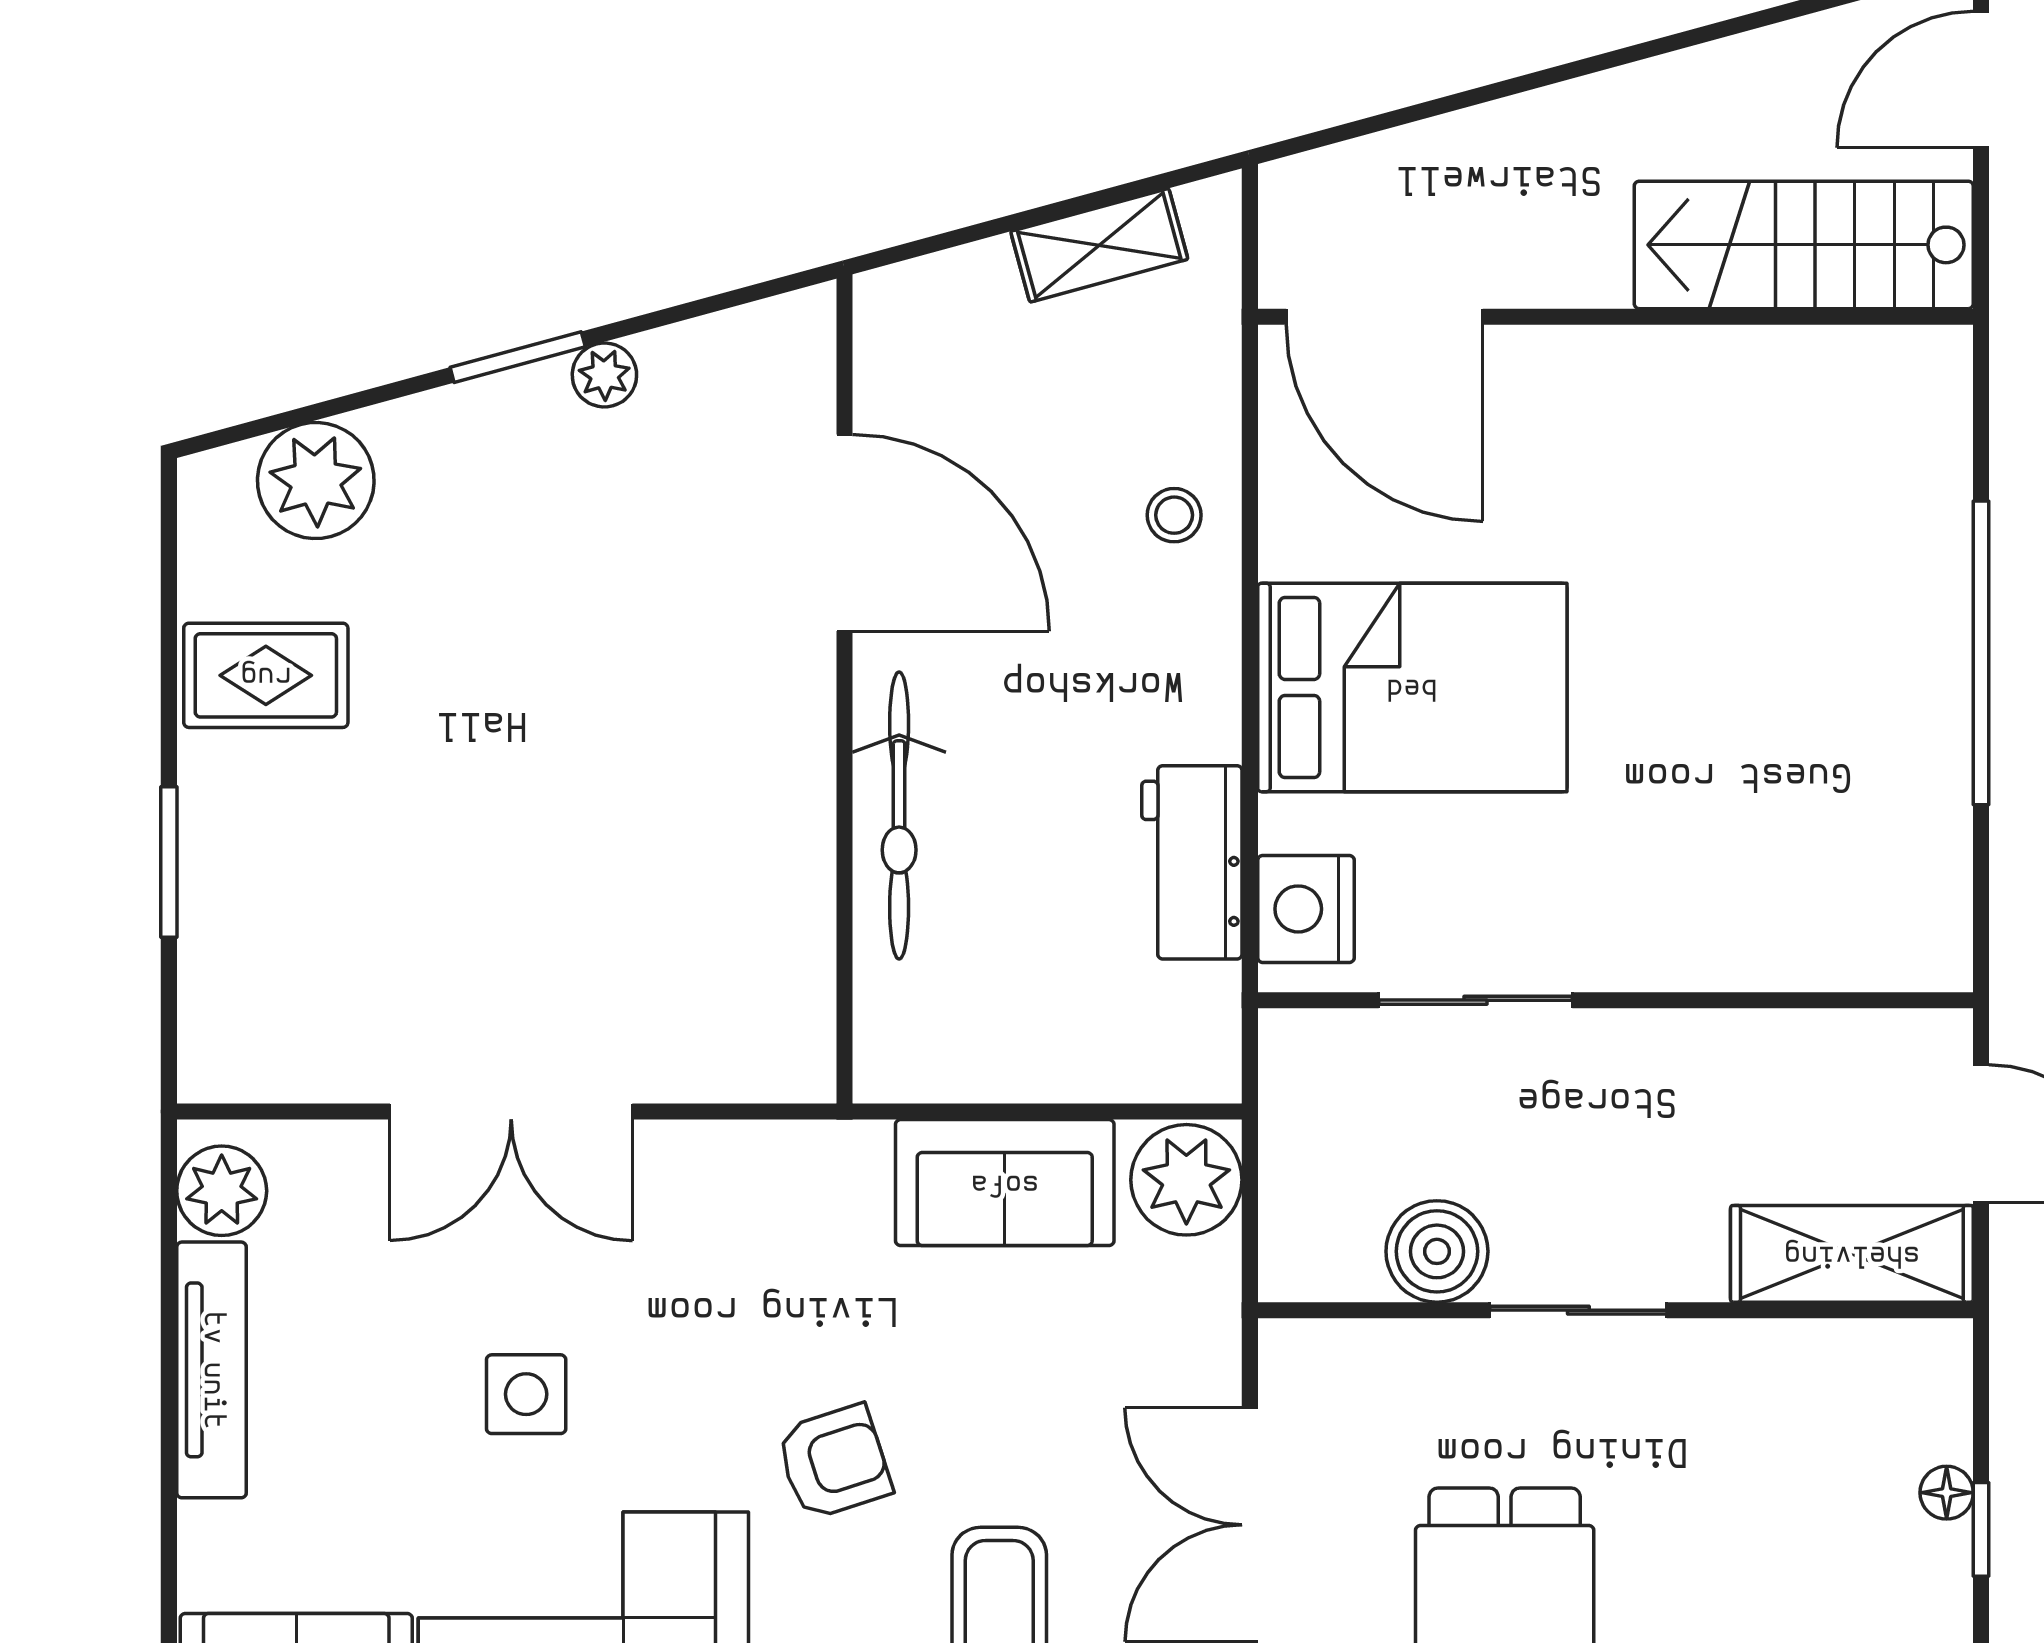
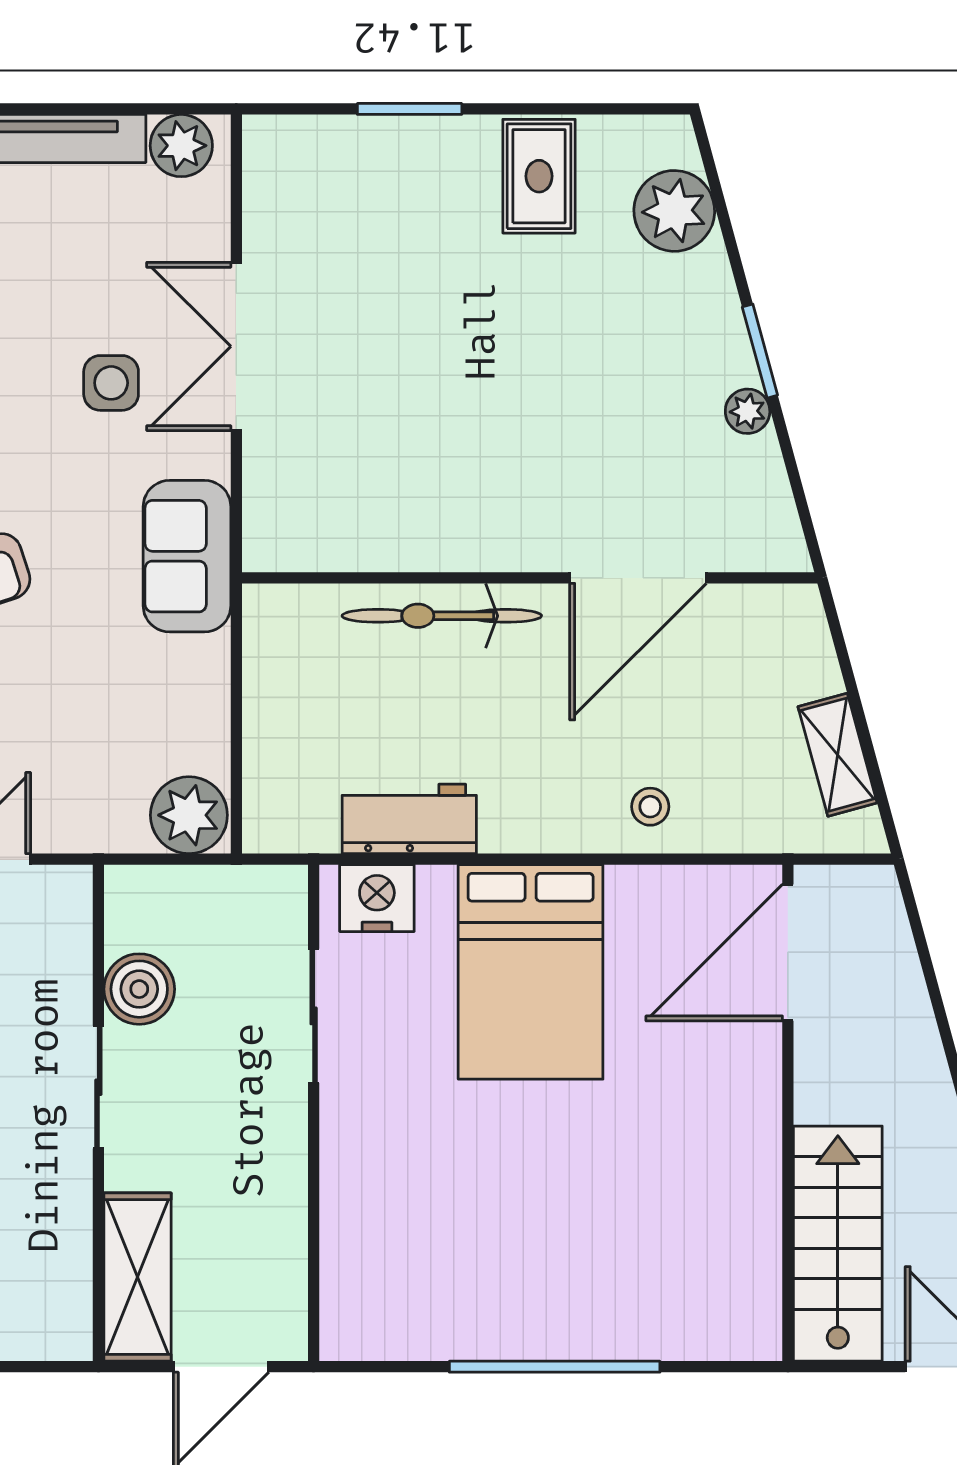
sofa: (1005, 1183) -> (187, 556), moved
side table: (526, 1394) -> (111, 383), moved

